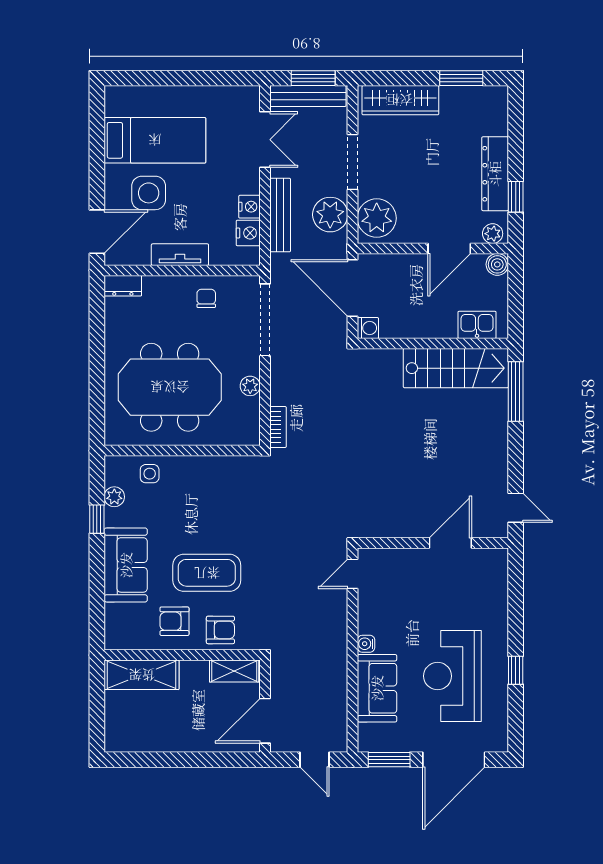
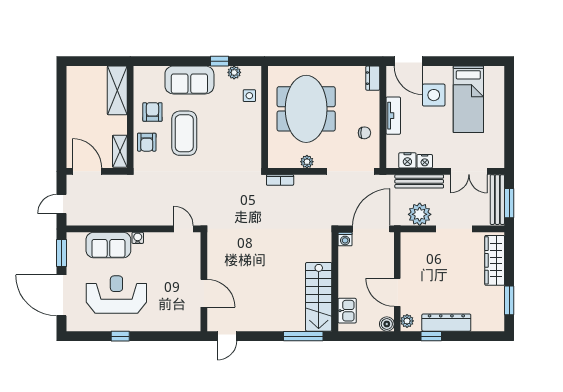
plant: (377, 218) -> (417, 245), removed

